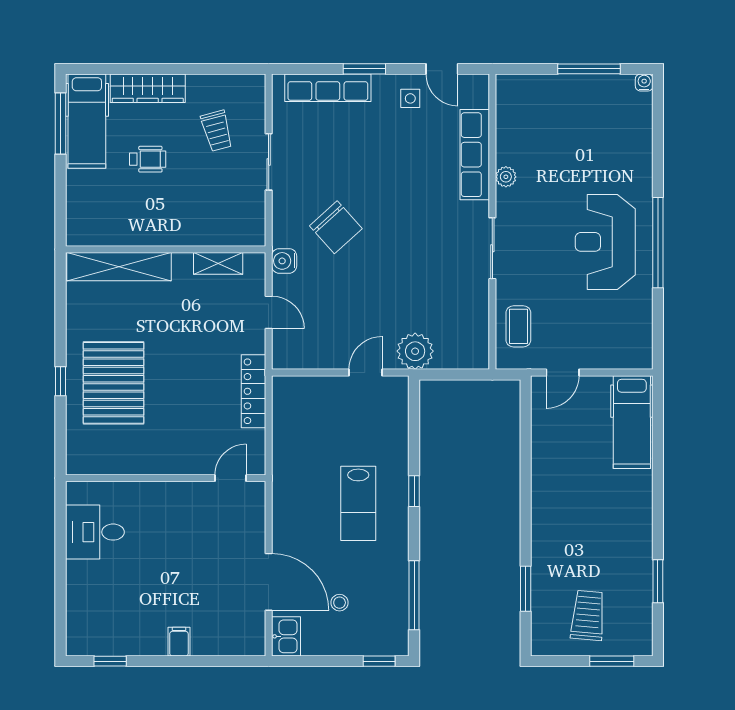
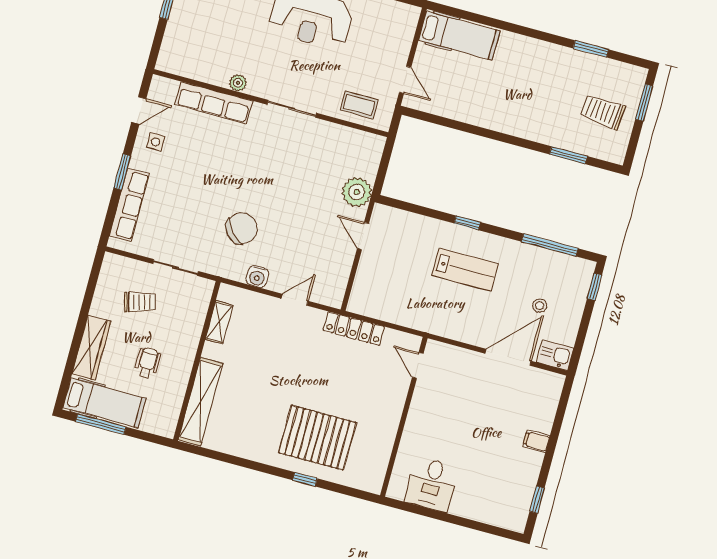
wall: (166, 249) -> (197, 361), moved
shelving: (218, 263) -> (219, 322), moved
shelving: (119, 267) -> (200, 402), moved

